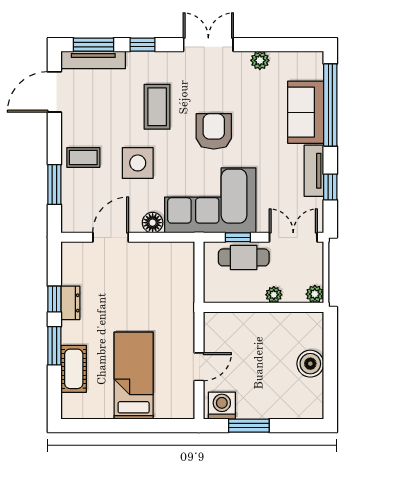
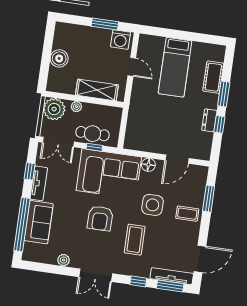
plant: (315, 294) -> (54, 109), width x1.88, depth x1.88
shelving: (246, 324) -> (97, 90), added
door: (199, 367) -> (132, 67), swing flipped

